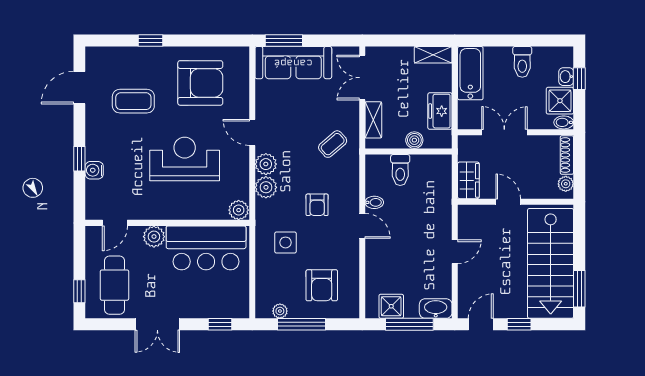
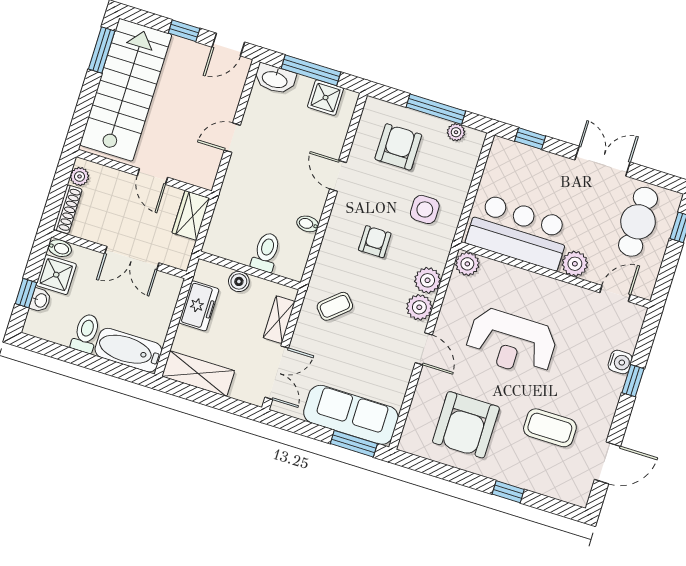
shelving: (433, 55) -> (198, 374), width x1.50, depth x1.33
bathtub: (470, 73) -> (128, 350), moved, turned 90
armchair: (200, 83) -> (466, 425), turned -90
door: (362, 226) -> (338, 176), moved

